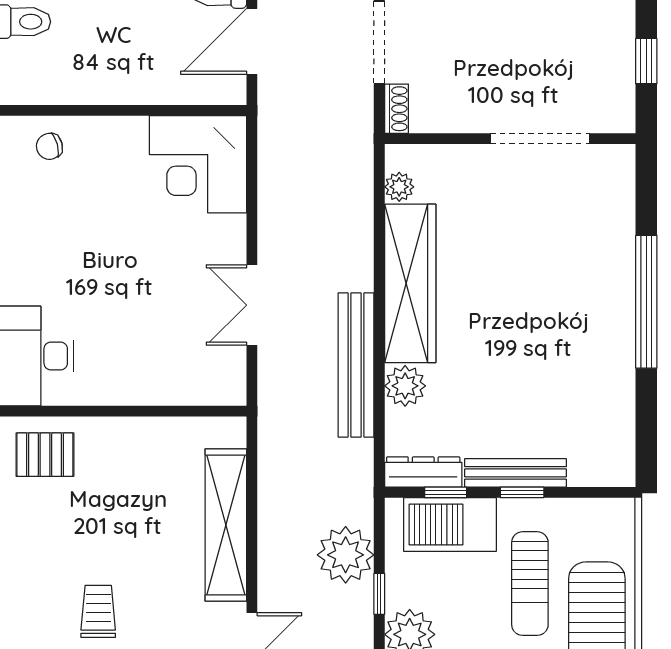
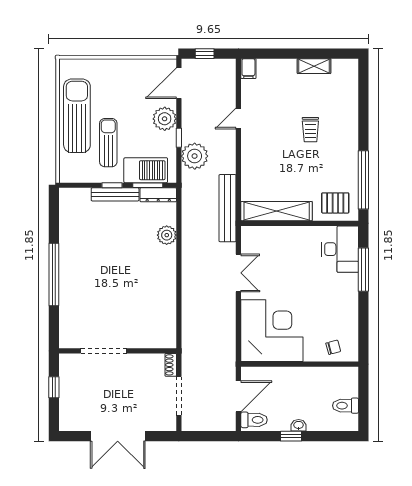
corner desk: (198, 164) -> (272, 331), width x1.36, depth x1.36
plant: (399, 187) -> (169, 328), removed
wardrobe: (410, 283) -> (164, 283), removed
bench: (356, 365) -> (228, 208), moved
window: (446, 492) -> (148, 185), width x1.50
shelving: (226, 525) -> (277, 211), moved, turned 90

